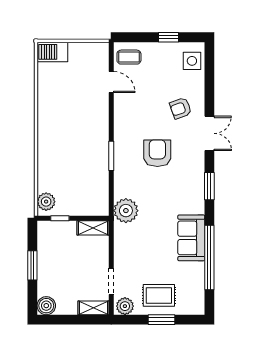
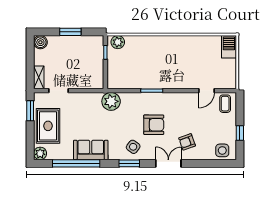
armchair: (180, 108) -> (187, 142), turned -90
double door: (209, 133) -> (168, 163), swing flipped
side table: (187, 181) -> (133, 147), added
shelving: (93, 228) -> (98, 77), removed
rug: (159, 295) -> (48, 126), width x1.36, depth x1.43
plant: (125, 306) -> (40, 153), moved
window: (162, 320) -> (30, 111), moved

